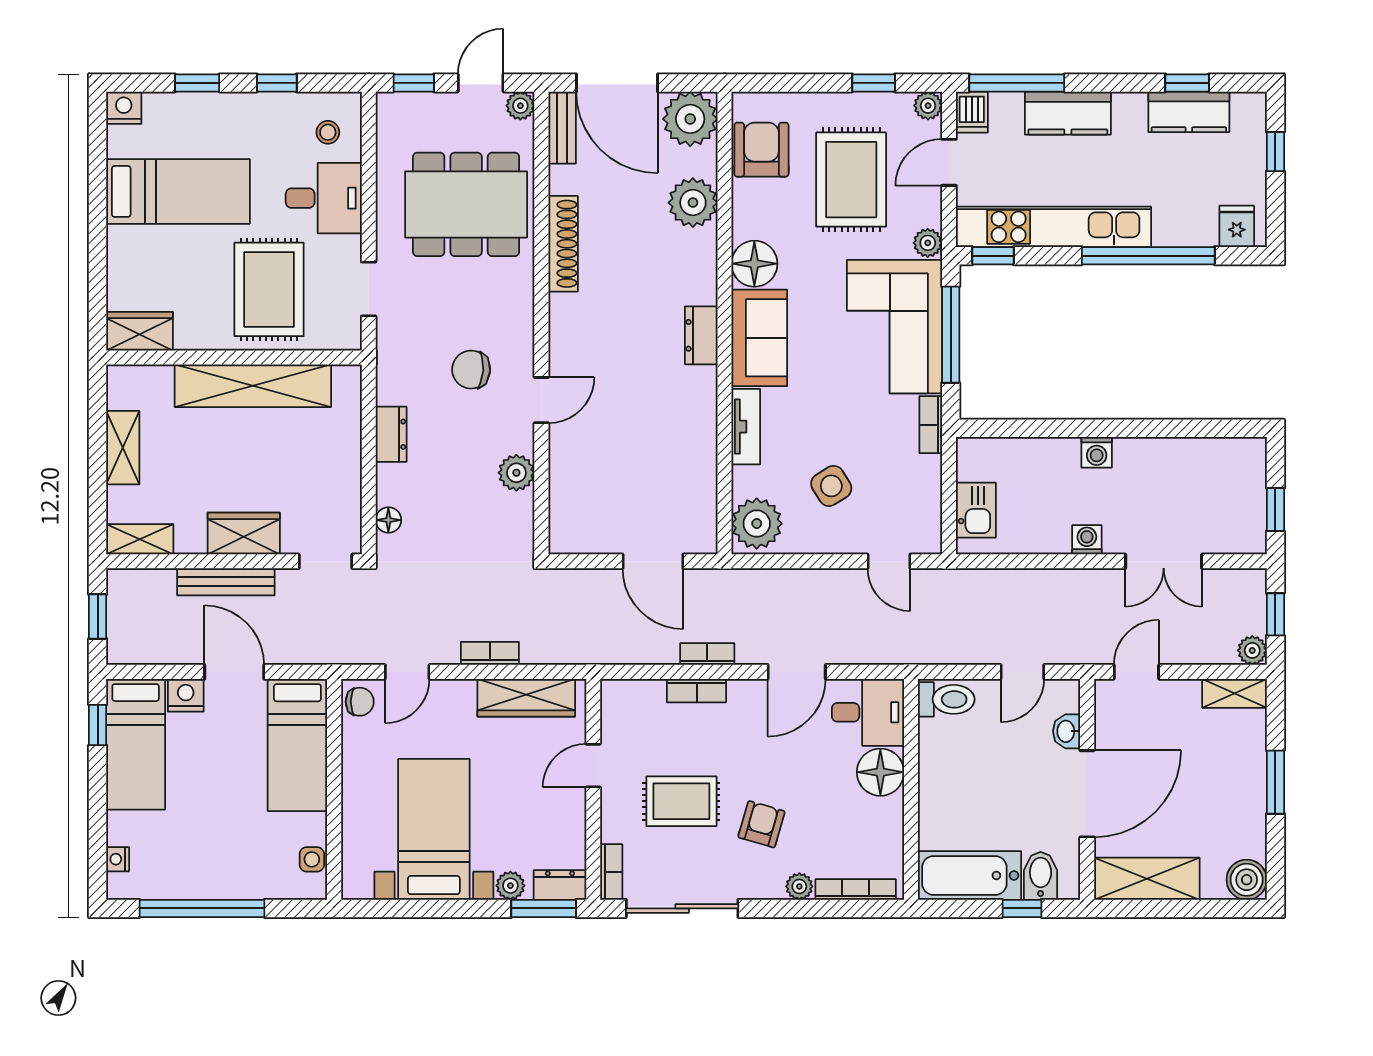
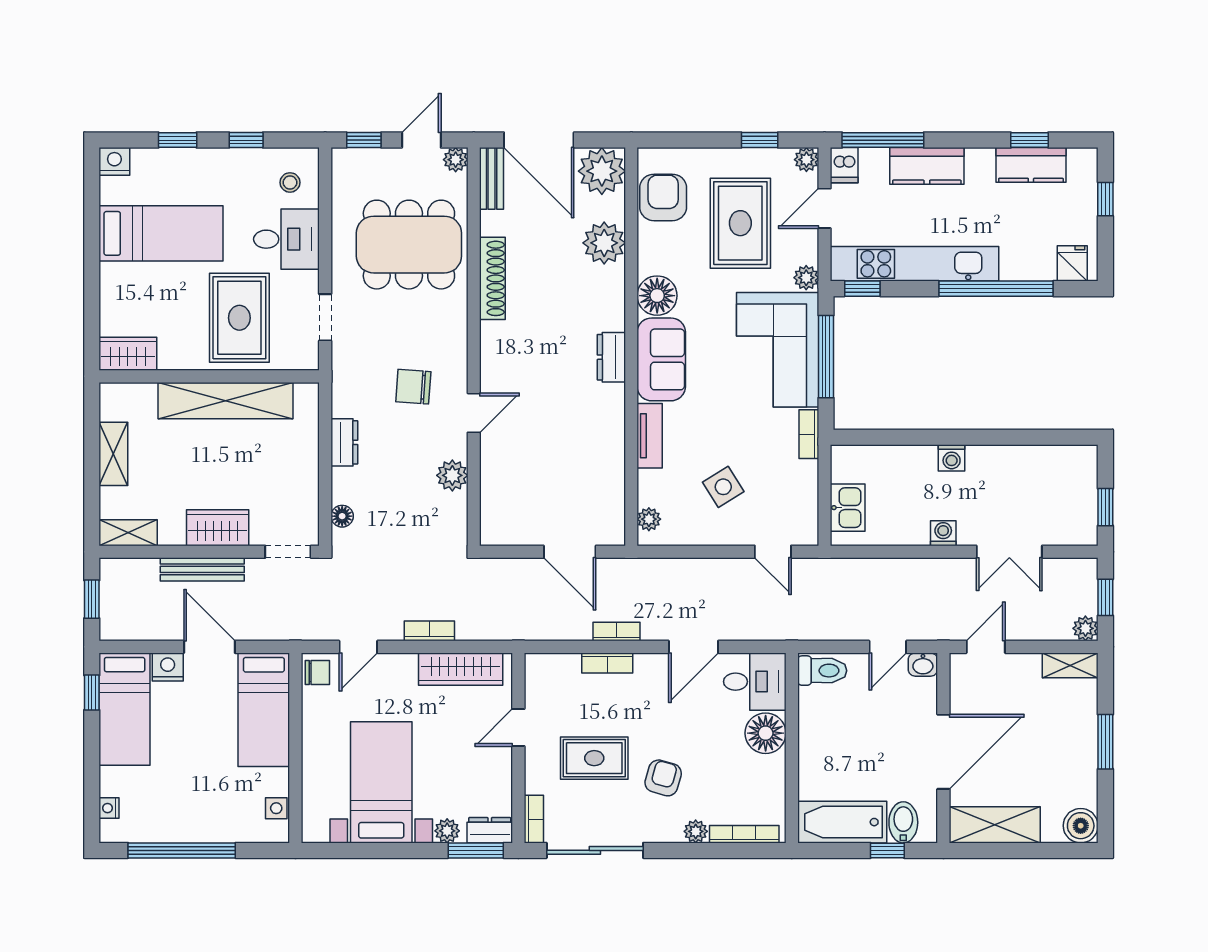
plant: (757, 524) -> (649, 519), width x0.53, depth x0.53
washbasin: (1067, 731) -> (923, 665), moved, turned -90

